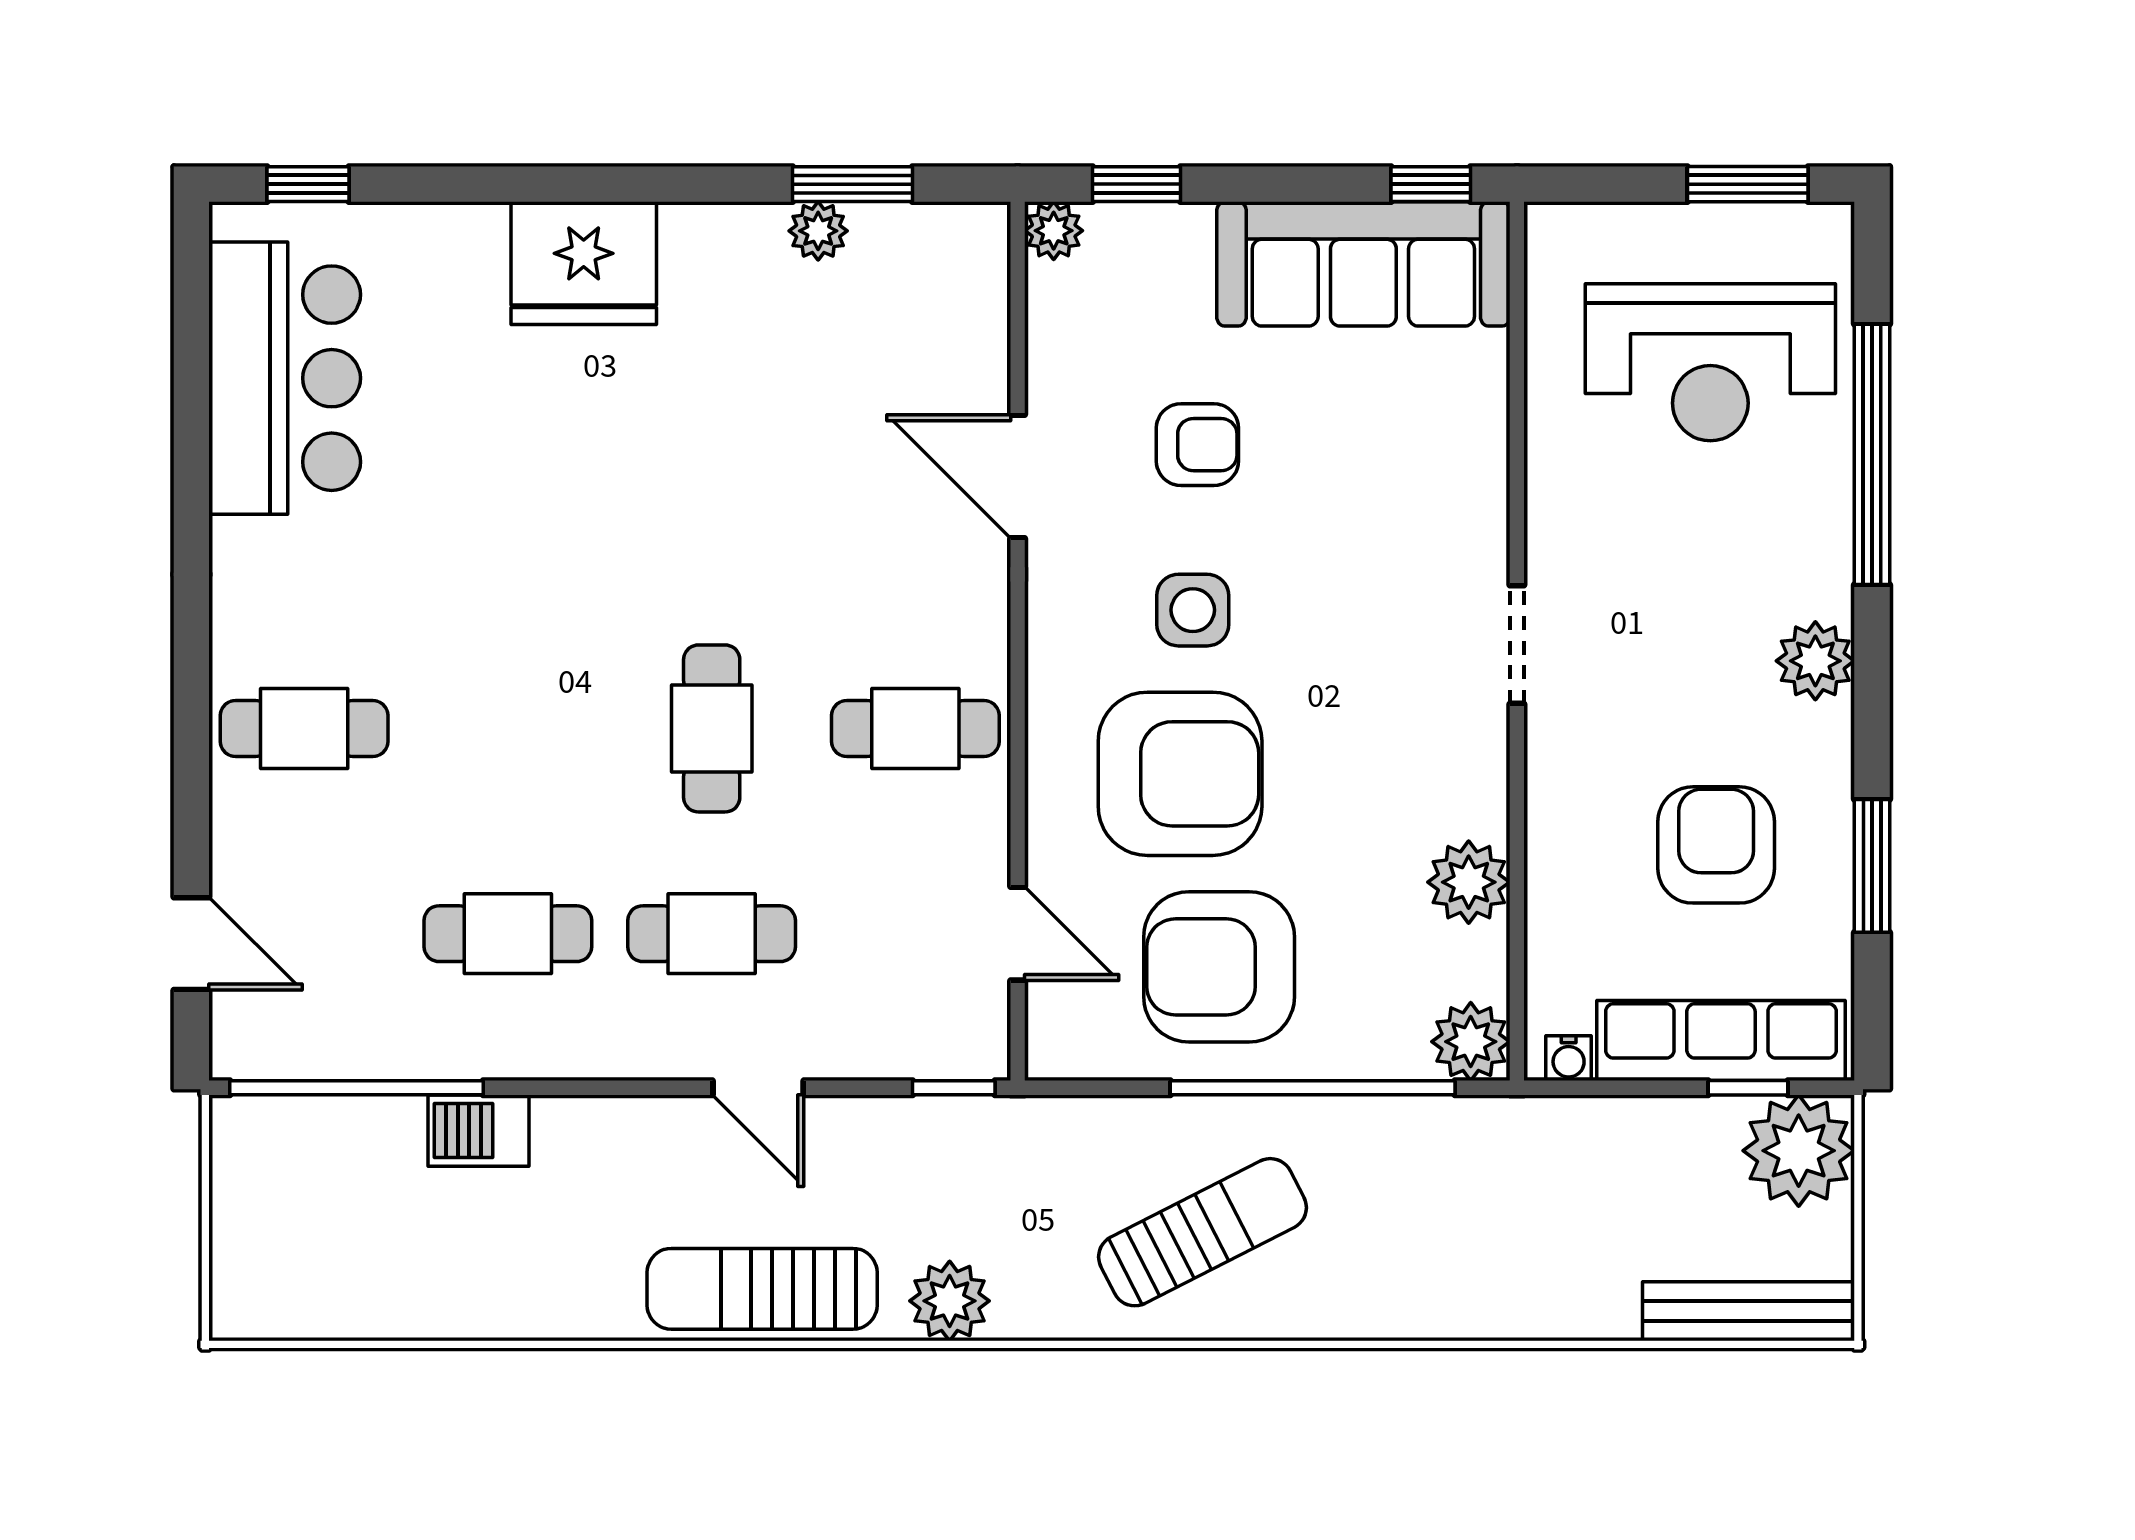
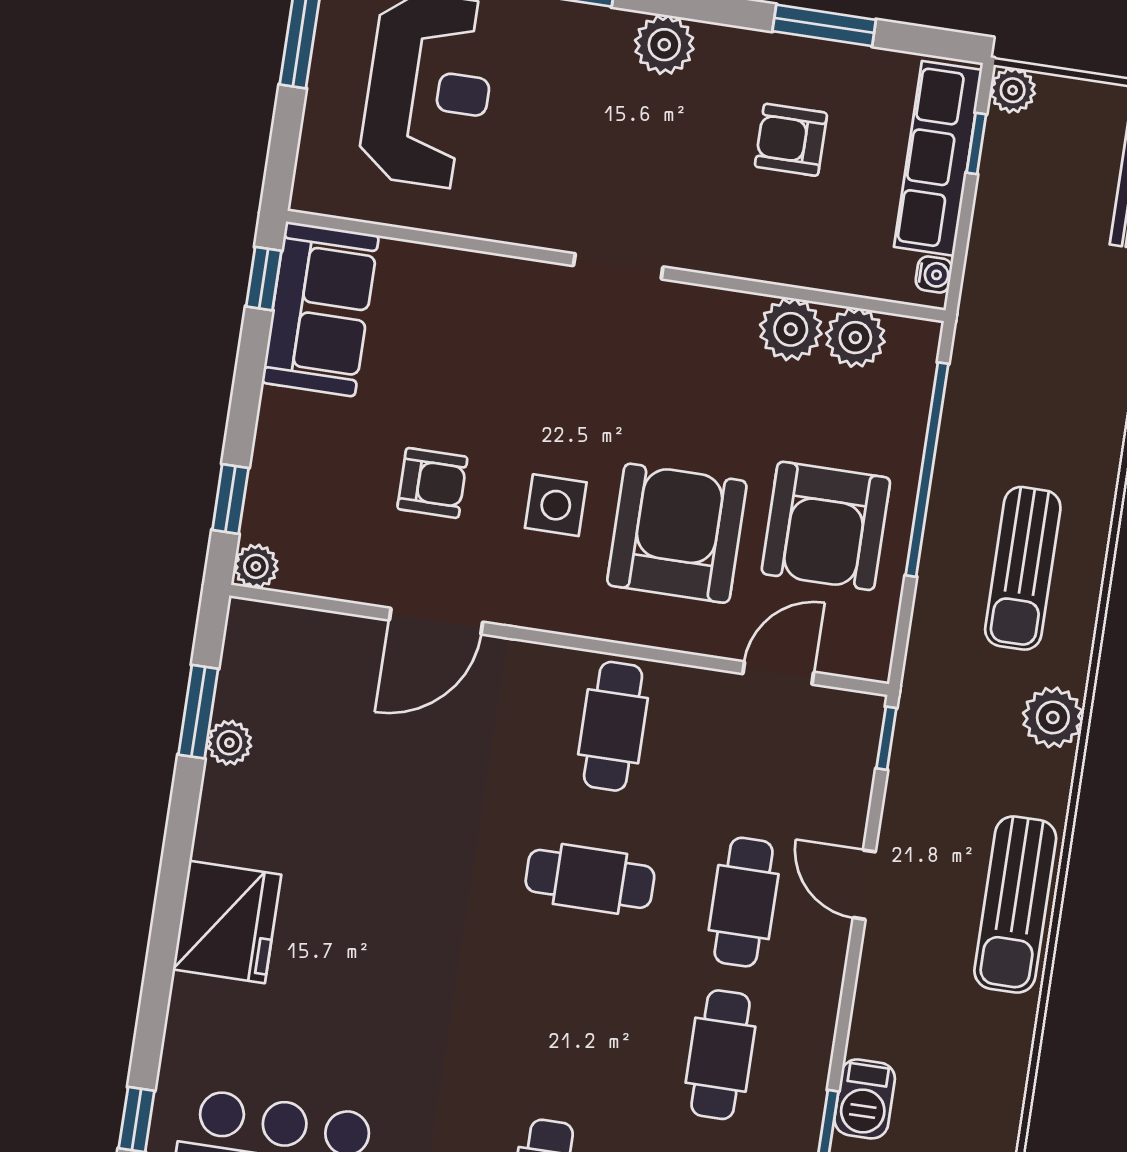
sofa: (1363, 264) -> (320, 309), width x0.73
armchair: (1197, 445) -> (432, 483), turned 90
armchair: (1716, 845) -> (791, 140), width x0.72, depth x0.72
plant: (1471, 1042) -> (855, 338), moved
door: (758, 1088) -> (864, 885), swing flipped
plant: (1799, 1151) -> (1013, 90), width x0.53, depth x0.53
sun lounger: (1203, 1232) -> (1023, 568), turned -153
plant: (950, 1301) -> (1053, 717), moved

